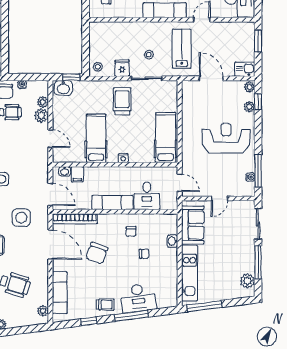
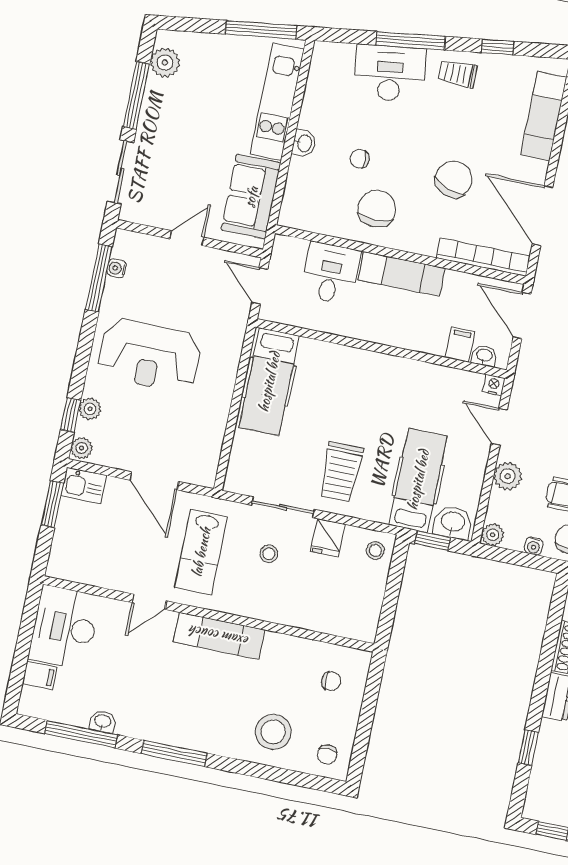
window: (258, 41) -> (52, 504), moved
plant: (43, 102) -> (493, 535), moved
hospital bed: (96, 138) -> (418, 480), moved, turned 180
nightstand: (123, 158) -> (494, 385), moved
chair: (131, 232) -> (377, 209), width x1.87, depth x1.87
washbasin: (172, 241) -> (304, 143), moved

